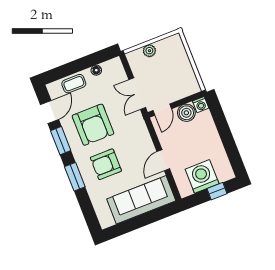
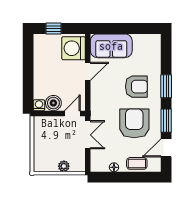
washing machine: (202, 176) -> (74, 48), moved, turned 90
sofa: (141, 200) -> (111, 46), width x0.73

